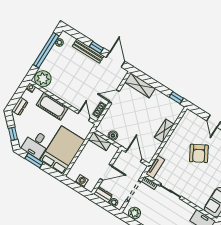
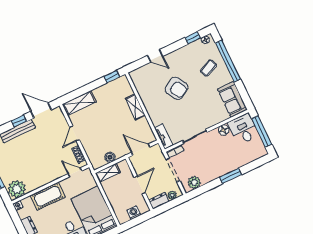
floor lamp: (190, 210) -> (224, 130), added

